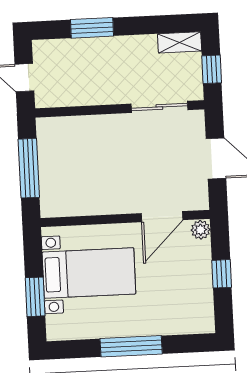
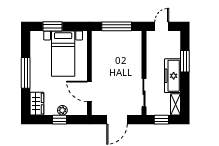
freezer: (122, 51) -> (172, 76), added
plant: (201, 230) -> (62, 110), moved
wardrobe: (192, 321) -> (37, 104), added

